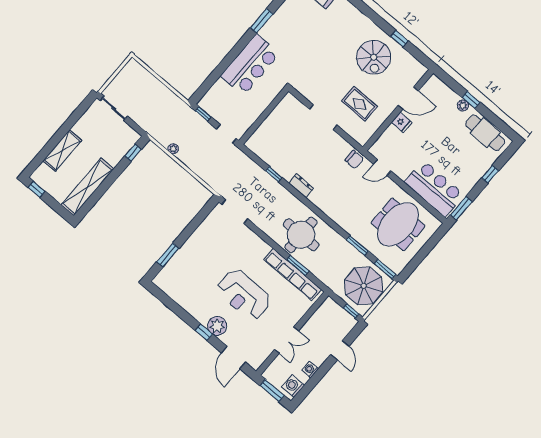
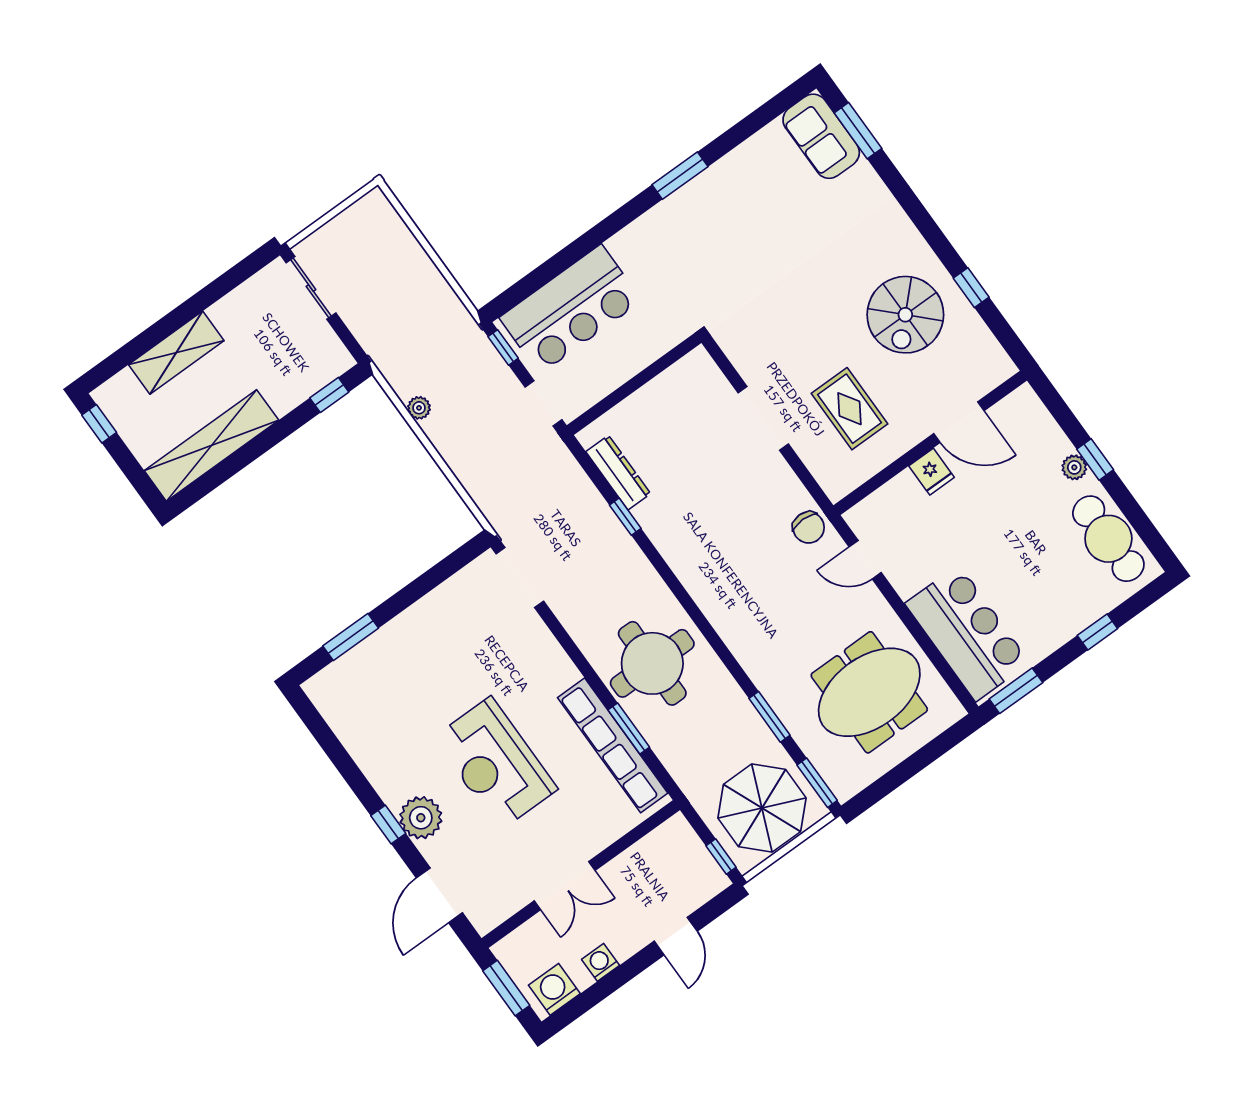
bar counter: (250, 65) -> (571, 309), moved
dresser: (301, 186) -> (618, 473), moved, width x1.44

